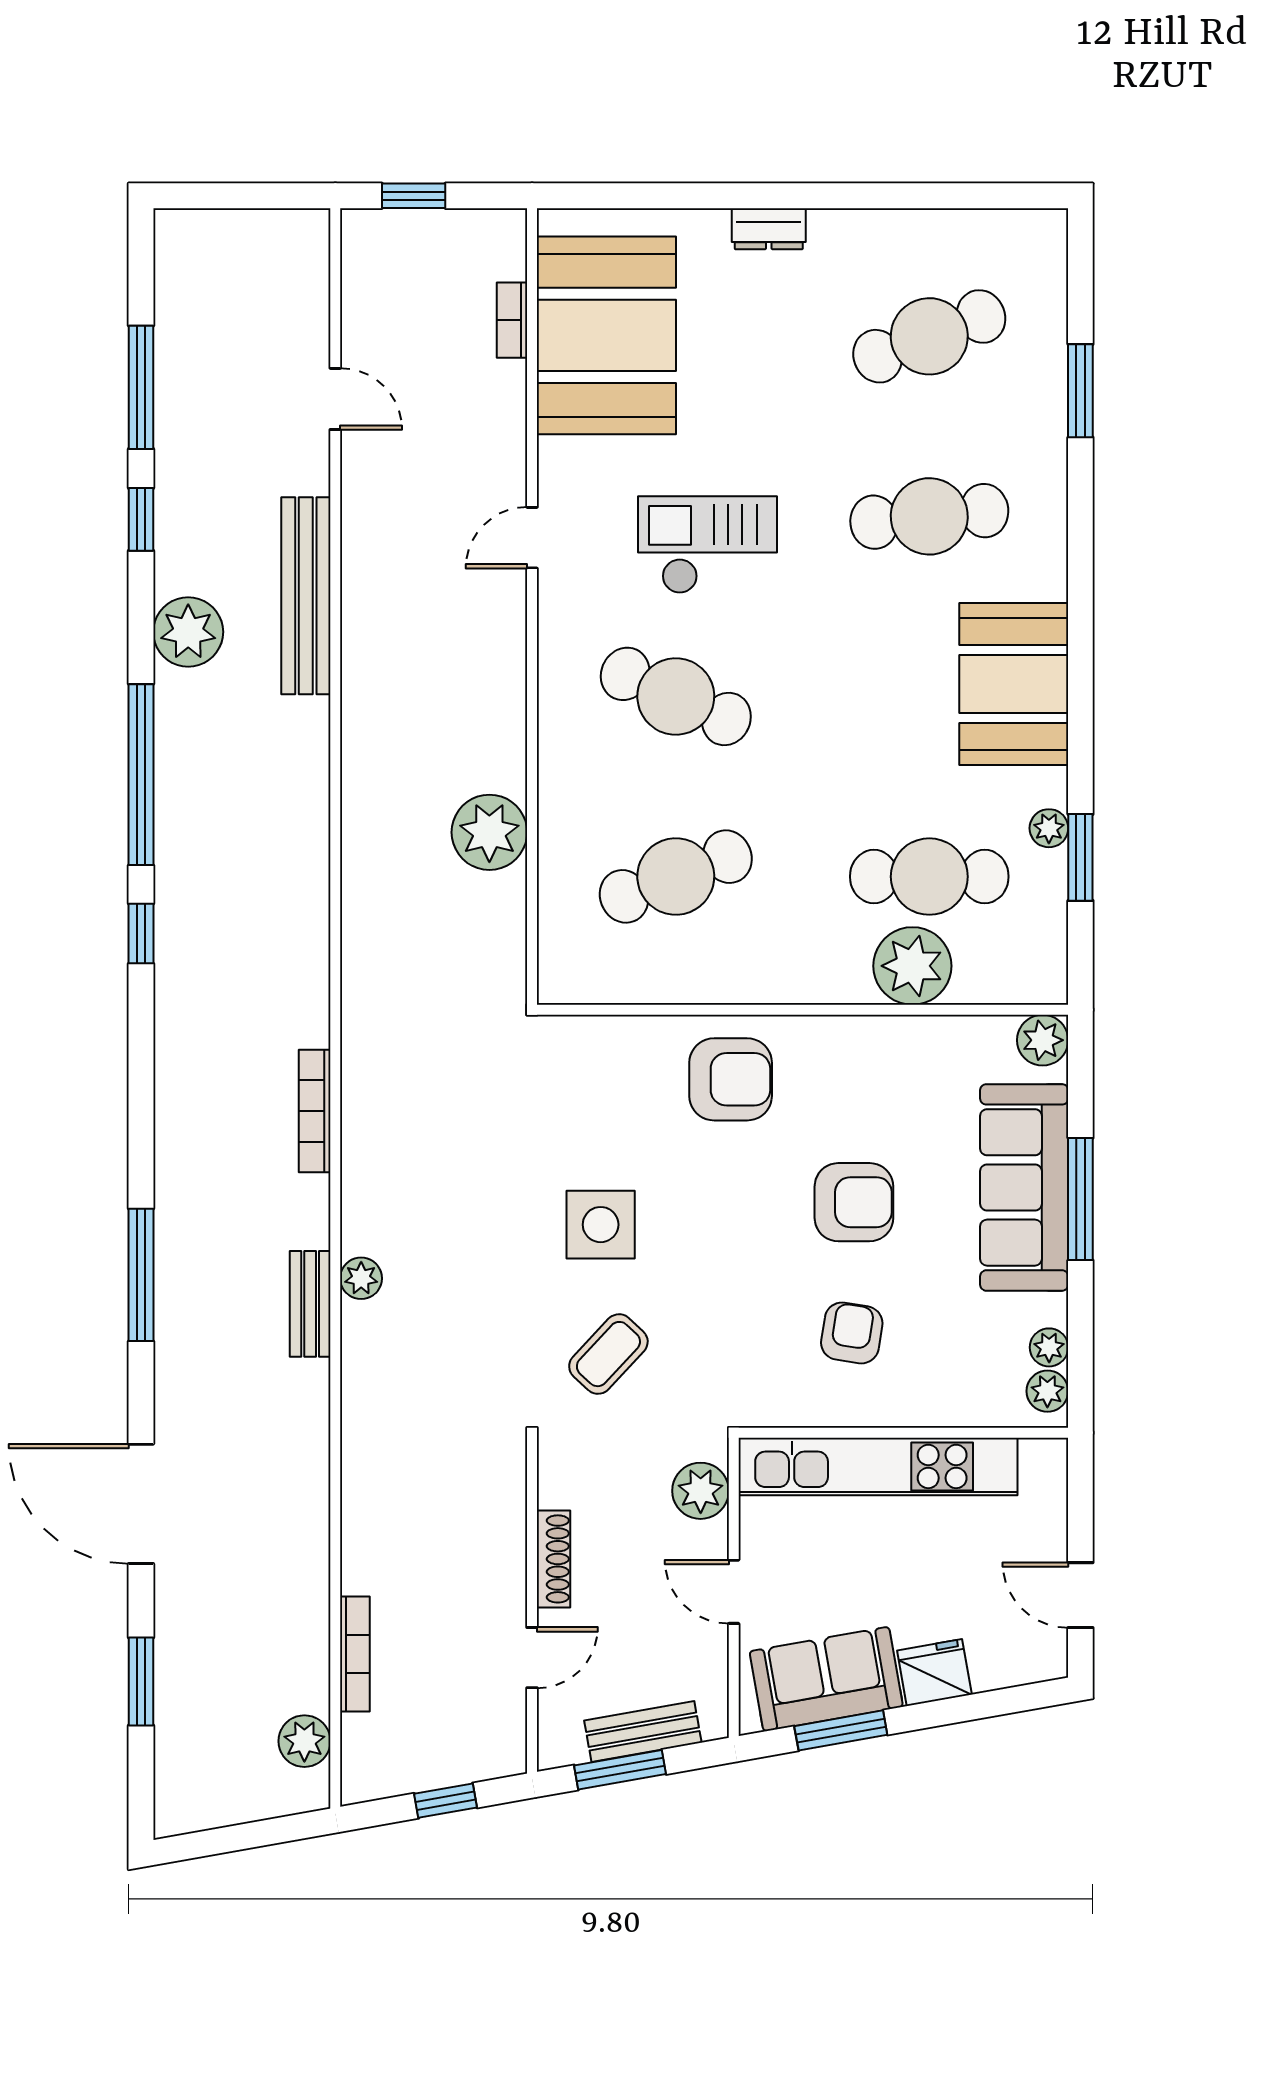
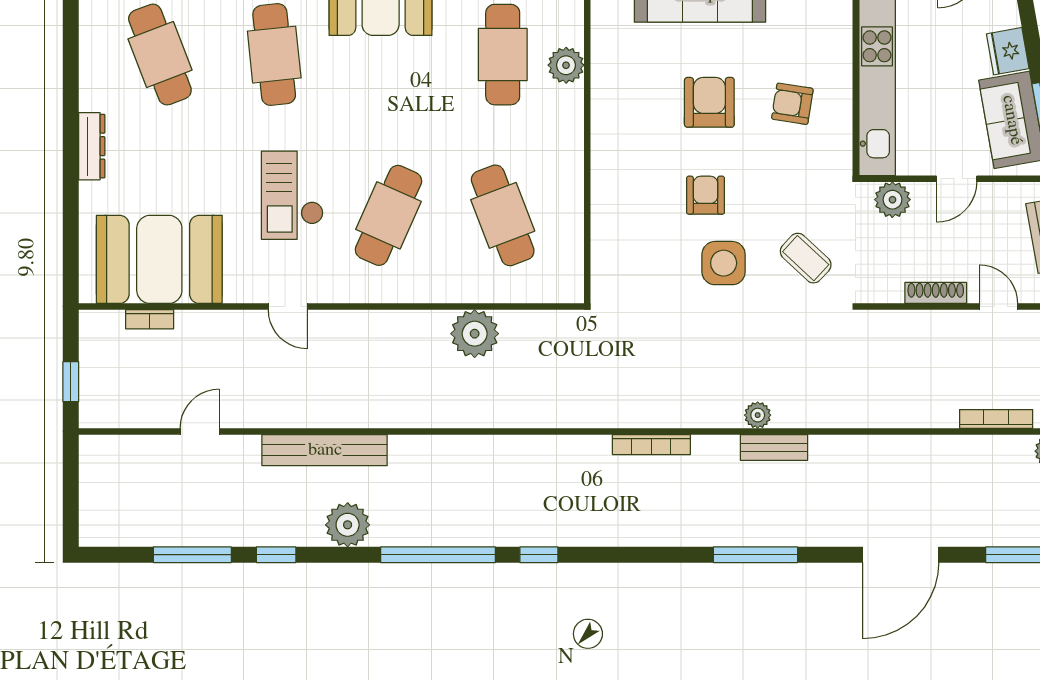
dresser: (769, 229) -> (92, 146), width x1.44
plant: (912, 966) -> (566, 65), width x0.73, depth x0.73
armchair: (731, 1079) -> (706, 195), moved, width x0.72, depth x0.72

